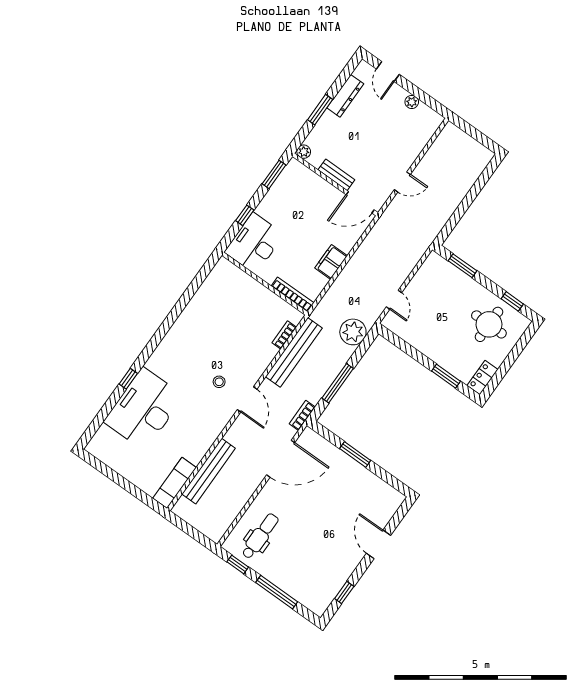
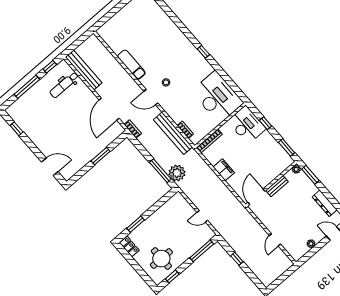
window: (320, 110) -> (310, 175), moved
door: (402, 182) -> (275, 240), moved
window: (462, 209) -> (237, 259), added
window: (462, 266) -> (202, 251), width x1.44
door: (394, 300) -> (202, 216), moved
window: (128, 379) -> (203, 52), moved
window: (338, 383) -> (160, 171), moved
desk: (144, 409) -> (217, 97), moved
bench: (209, 471) -> (84, 70), moved
exam couch: (175, 483) -> (132, 65), moved
dental chair: (260, 536) -> (64, 85), turned 90
door: (378, 544) -> (50, 167), moved

